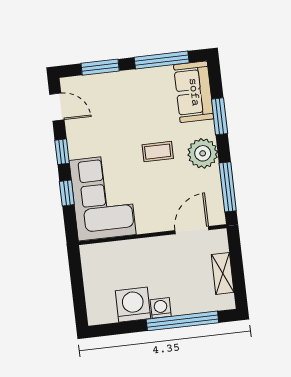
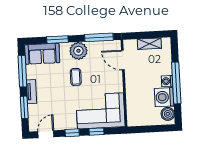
tv unit: (128, 78) -> (32, 92), added
boiler: (105, 313) -> (168, 114), added
window: (182, 321) -> (176, 83), moved

